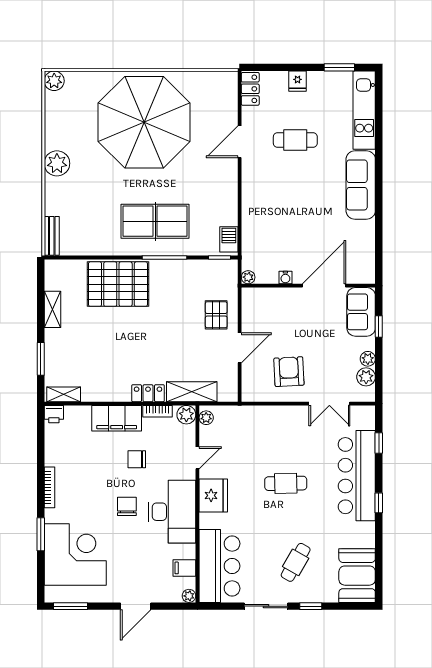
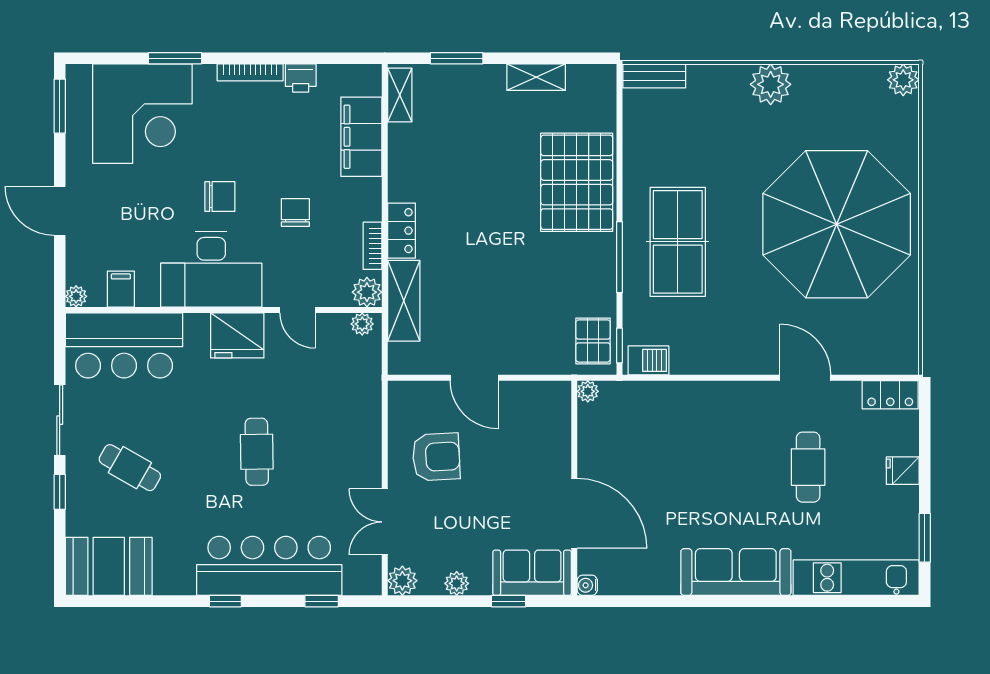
water cooler: (285, 278) -> (587, 585), moved
pallet: (216, 315) -> (593, 341), moved, turned 90
plant: (366, 377) -> (402, 581), moved
printer: (54, 414) -> (301, 78), moved, turned -90
filing cabinet: (117, 418) -> (361, 137), moved

